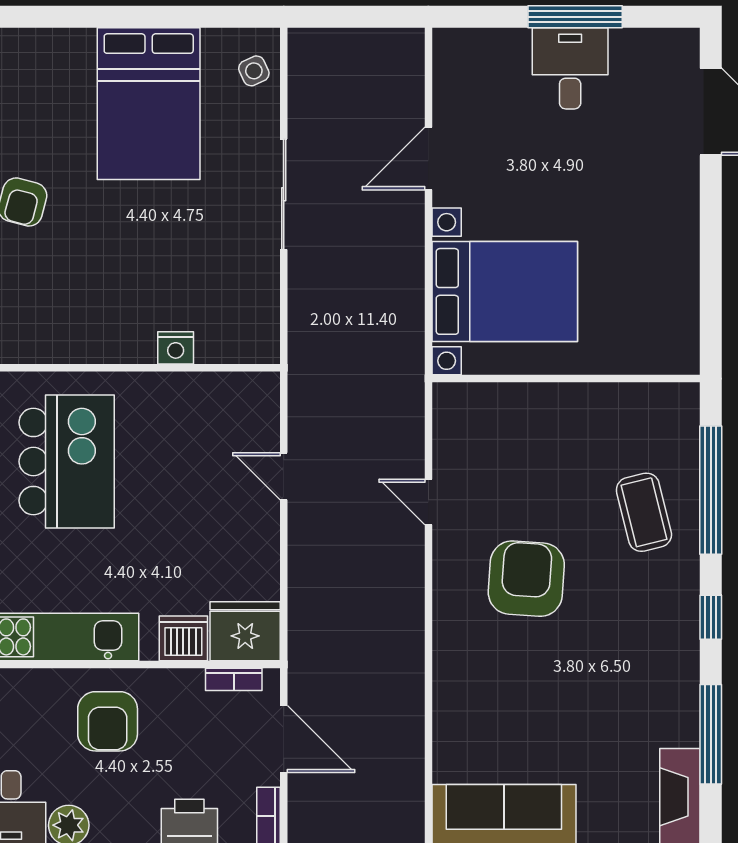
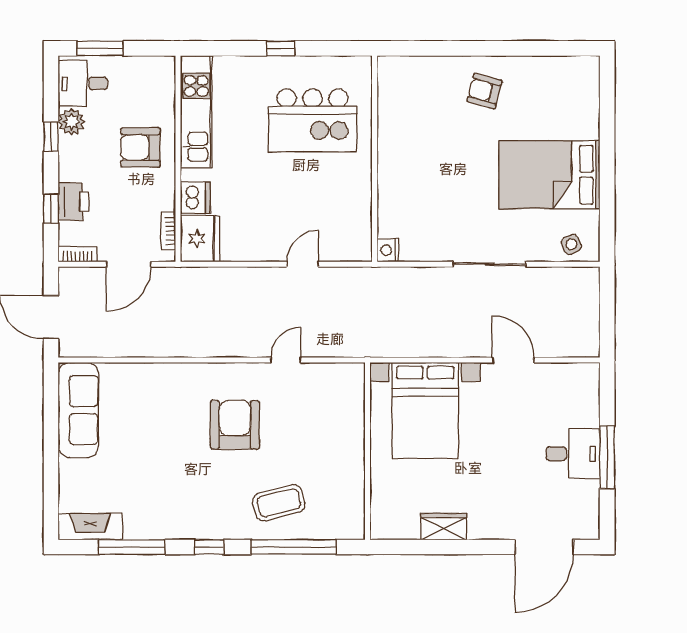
wardrobe: (680, 264) -> (444, 527), added
nightstand: (176, 348) -> (388, 250), moved
armchair: (526, 579) -> (235, 425), turned -94

